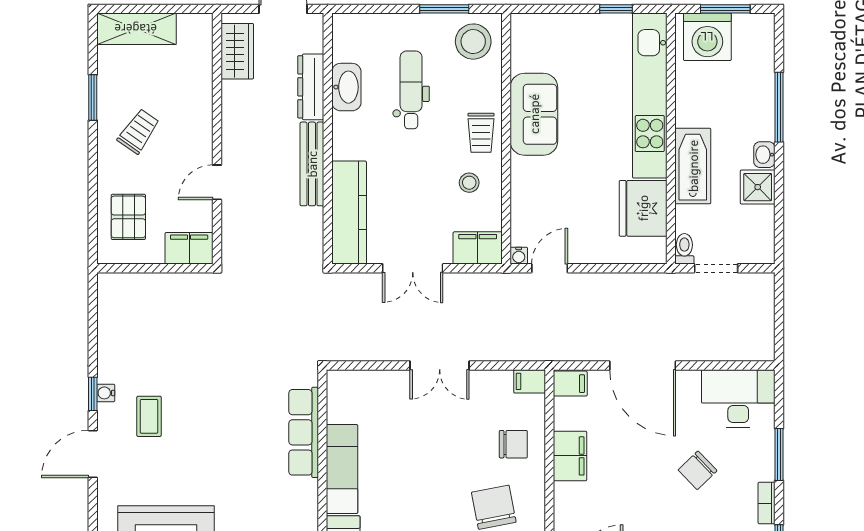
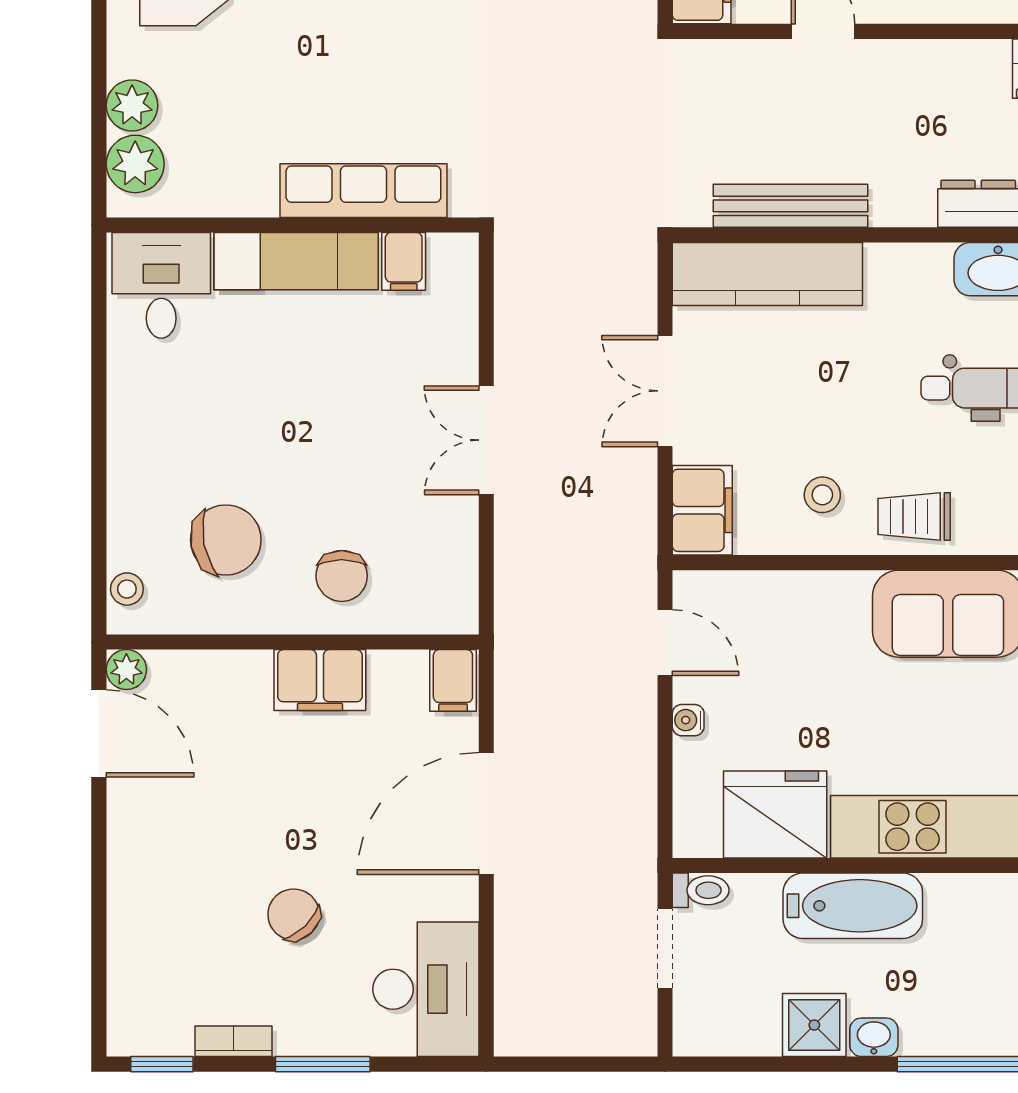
bench: (312, 164) -> (791, 206), moved
water cooler: (519, 256) -> (688, 720), moved
filing cabinet: (530, 381) -> (404, 261), moved, turned 180

